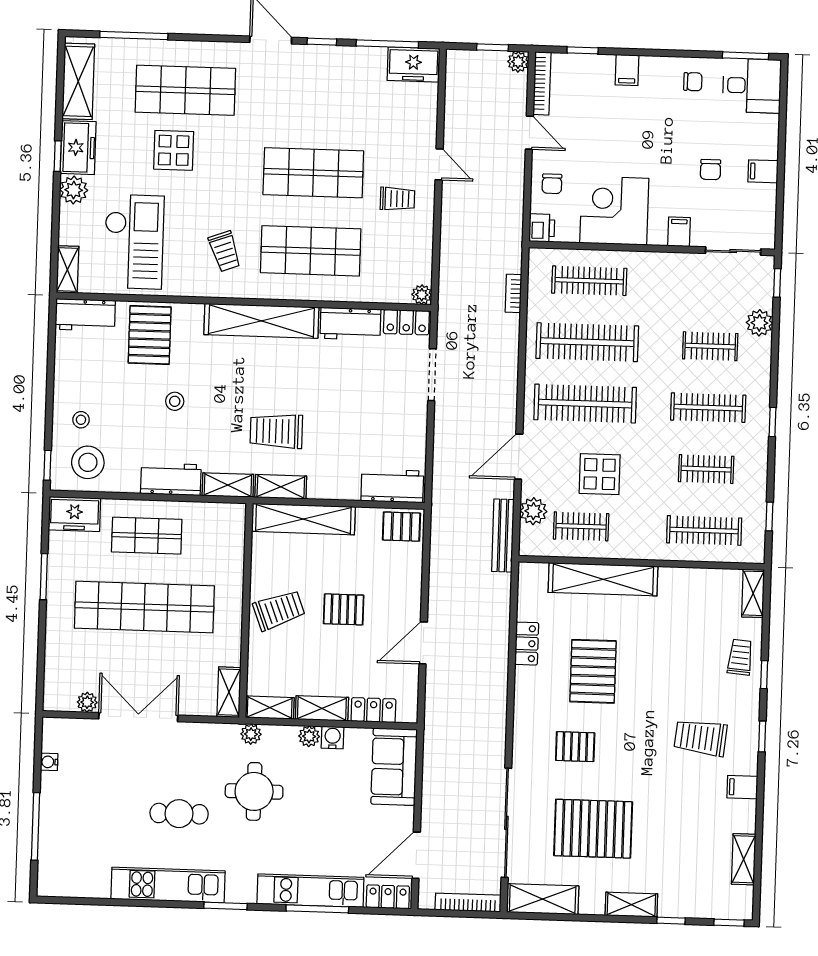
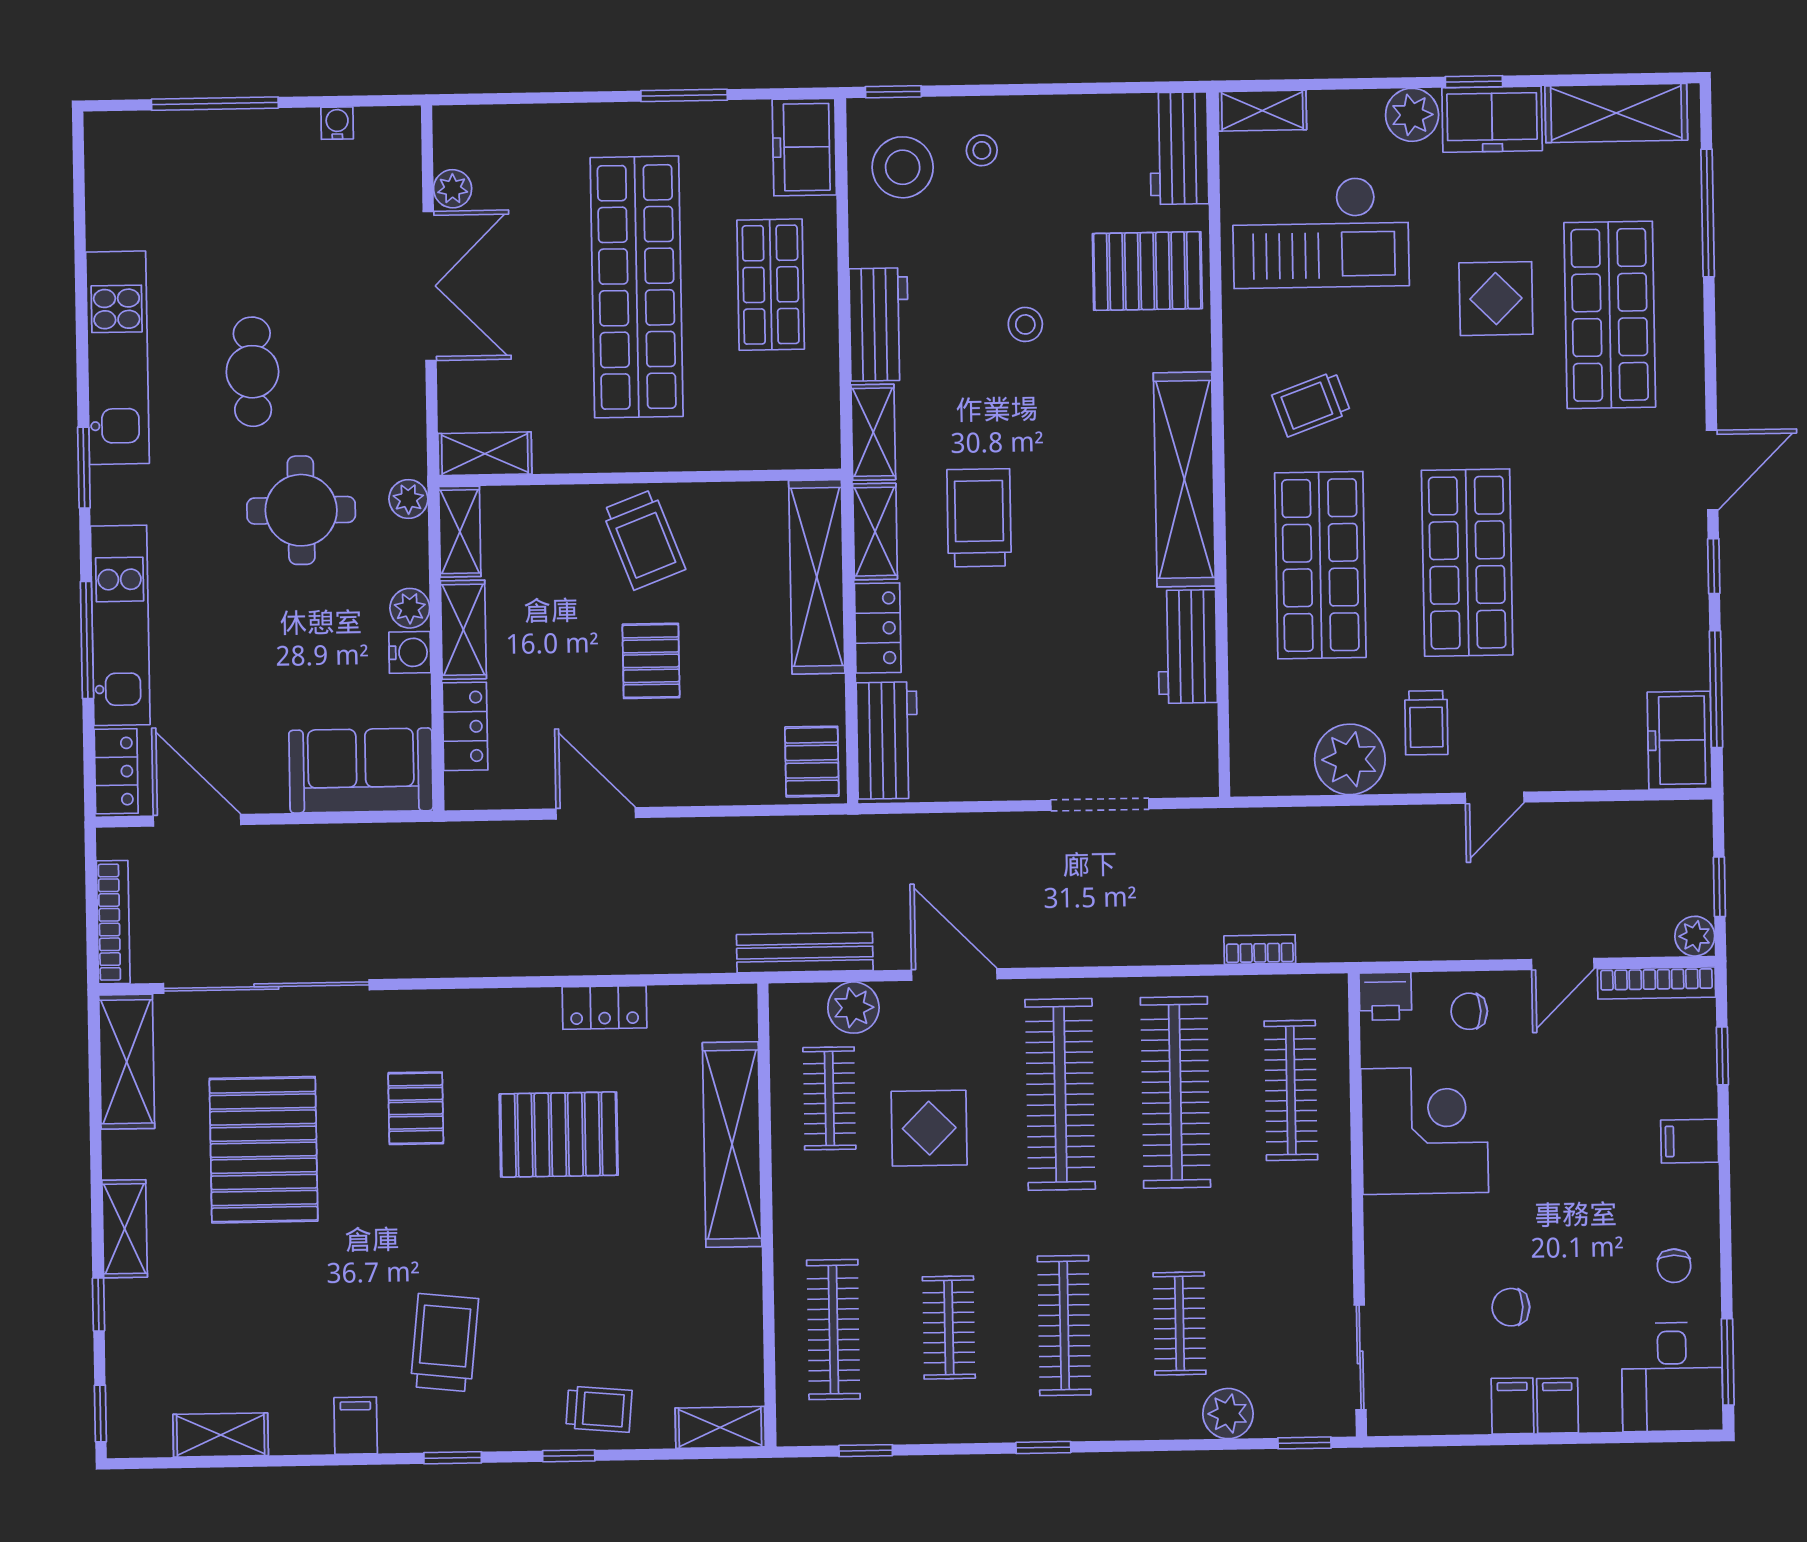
filing cabinet: (679, 232) -> (1558, 1406), moved, turned -90
plant: (422, 295) -> (1350, 759), moved, width x1.88, depth x1.88
locker: (406, 322) -> (878, 628), moved, turned 180

